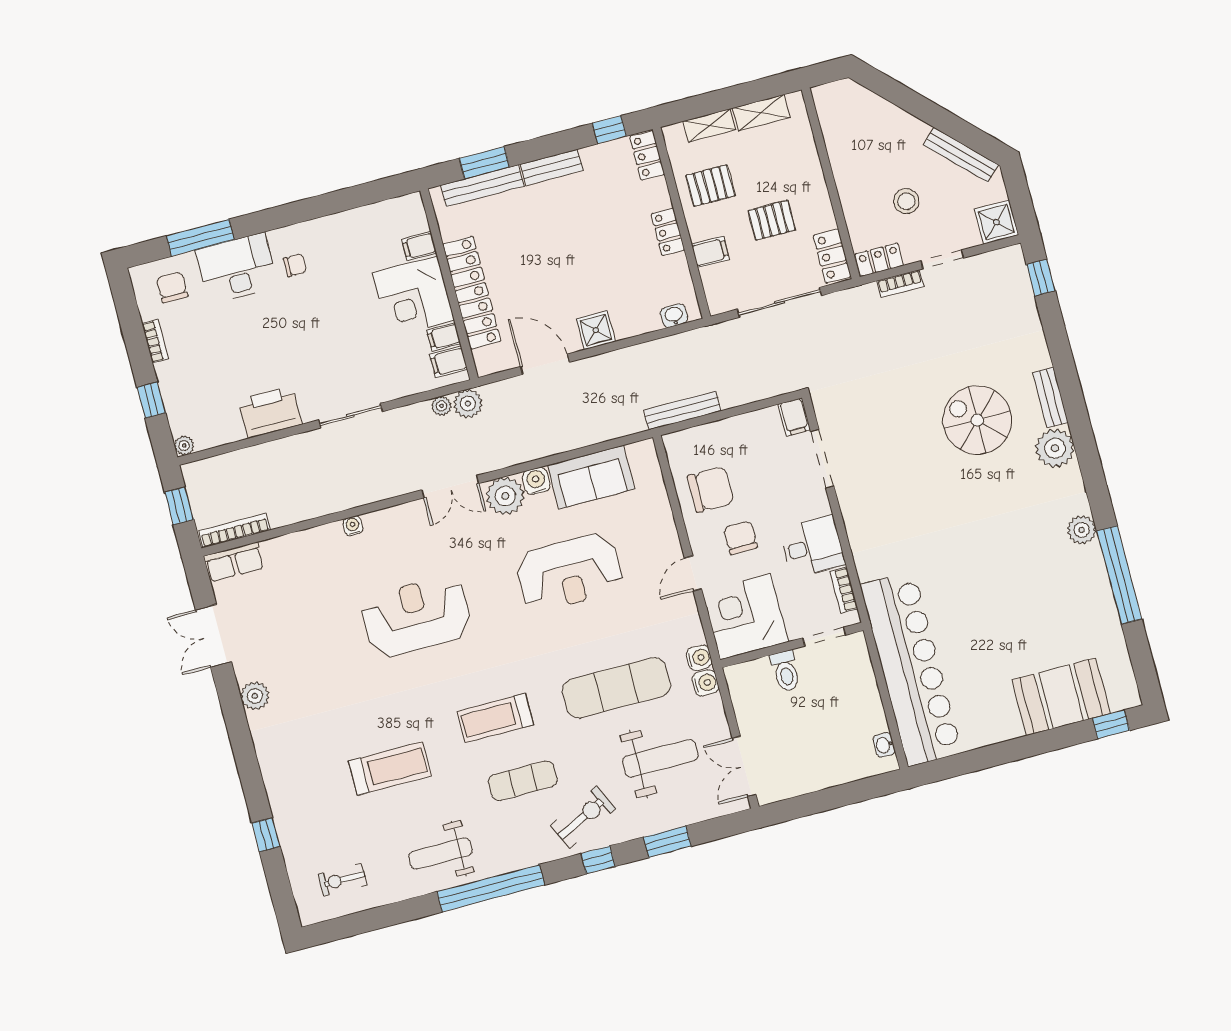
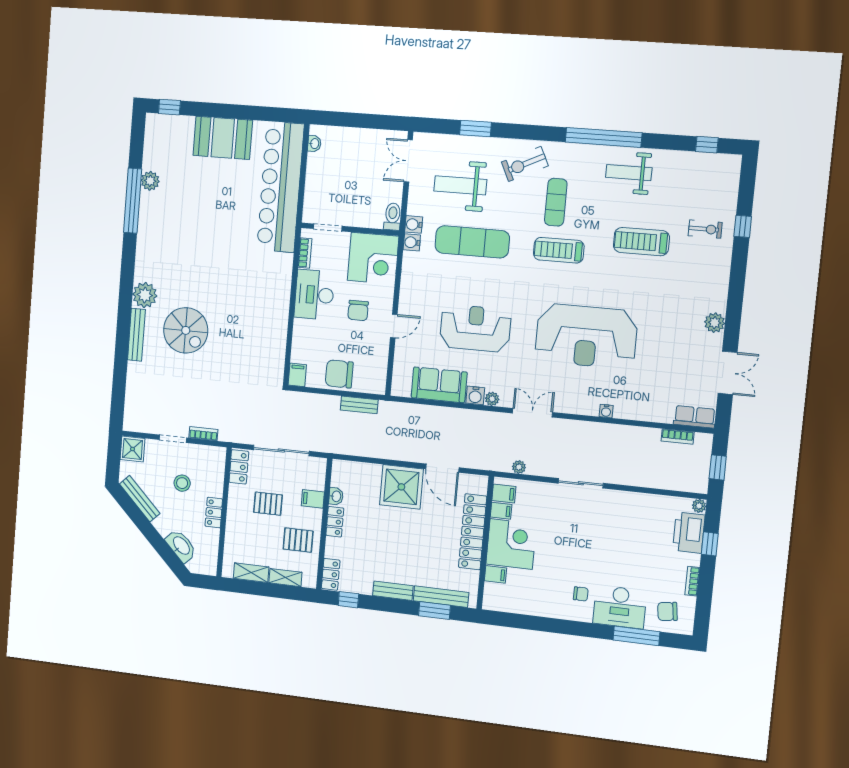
washbasin: (876, 111) -> (181, 546), added
locker: (879, 260) -> (214, 513), moved, turned 90
chair: (295, 265) -> (581, 594), turned 180
window: (1041, 278) -> (118, 404), removed
chair: (172, 287) -> (667, 611), turned 82
washbasin: (674, 316) -> (336, 496), moved, turned -90
shower: (596, 330) -> (401, 487), width x1.86, depth x1.86
bench: (1050, 398) -> (136, 335), width x1.36
plant: (468, 404) -> (501, 462), removed
bench: (682, 410) -> (359, 405), width x0.73
printer: (270, 412) -> (689, 533), moved, turned 90
doorway: (822, 459) -> (289, 342), removed
chair: (711, 489) -> (339, 374), moved
plant: (505, 496) -> (492, 399), width x0.53, depth x0.53
bookcase: (234, 530) -> (678, 437), width x0.64
plant: (1082, 530) -> (150, 181), moved
desk: (812, 547) -> (314, 295), width x1.37
door: (693, 573) -> (394, 326), moved
reception desk: (416, 616) -> (586, 336), width x1.36, depth x1.30
toilet: (785, 671) -> (393, 217), moved
booth: (1061, 697) -> (223, 138), moved
treadmill: (495, 718) -> (559, 250), turned 180
double door: (744, 766) -> (408, 161), swing flipped
exercise mat: (523, 781) -> (556, 202), turned 90
weight bench: (440, 853) -> (629, 173), turned 180
window: (598, 860) -> (707, 145), moved
exercise bike: (342, 880) -> (705, 229), moved

